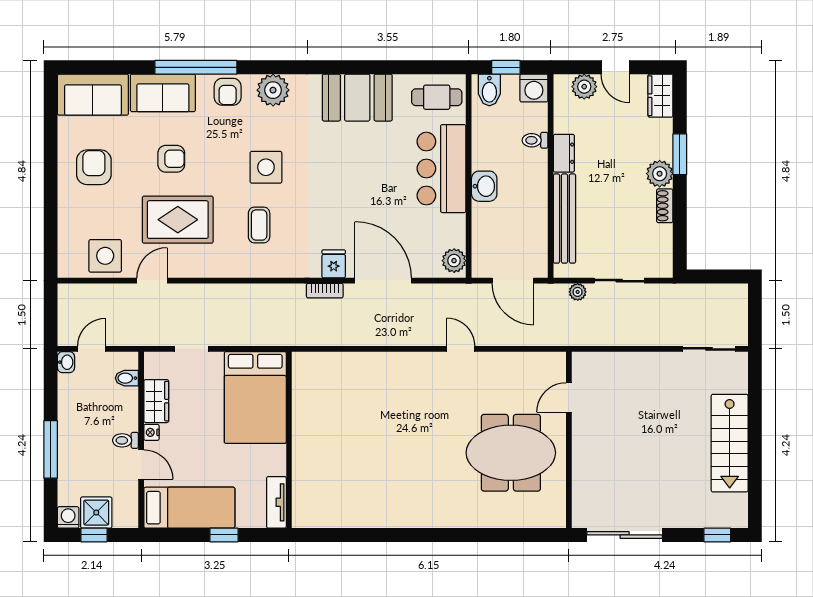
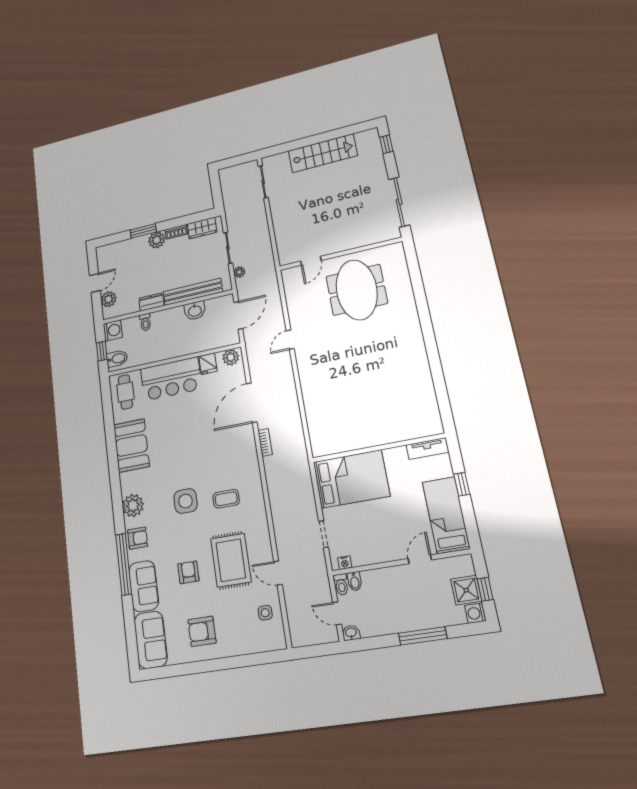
wardrobe: (660, 96) -> (202, 228), moved
washbasin: (484, 186) -> (195, 311), moved, turned 180
side table: (105, 256) -> (265, 613), width x0.54, depth x0.54
fridge: (334, 264) -> (208, 364), moved, turned -90
door: (569, 397) -> (311, 261), hinge flipped
wardrobe: (156, 401) -> (368, 555), removed
nightstand: (151, 432) -> (345, 563), moved
toilet: (125, 440) -> (341, 585), moved

